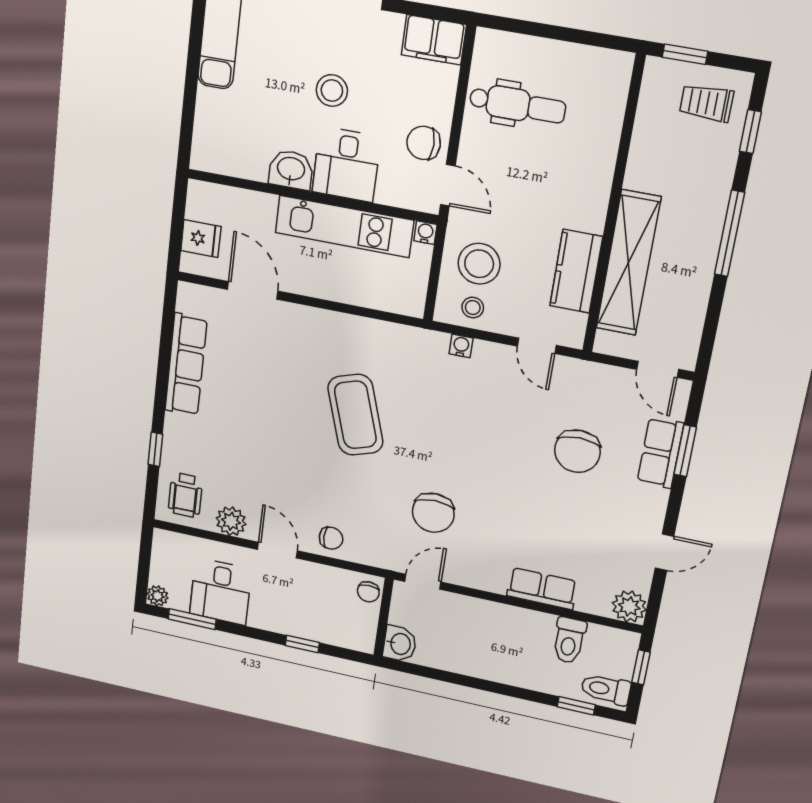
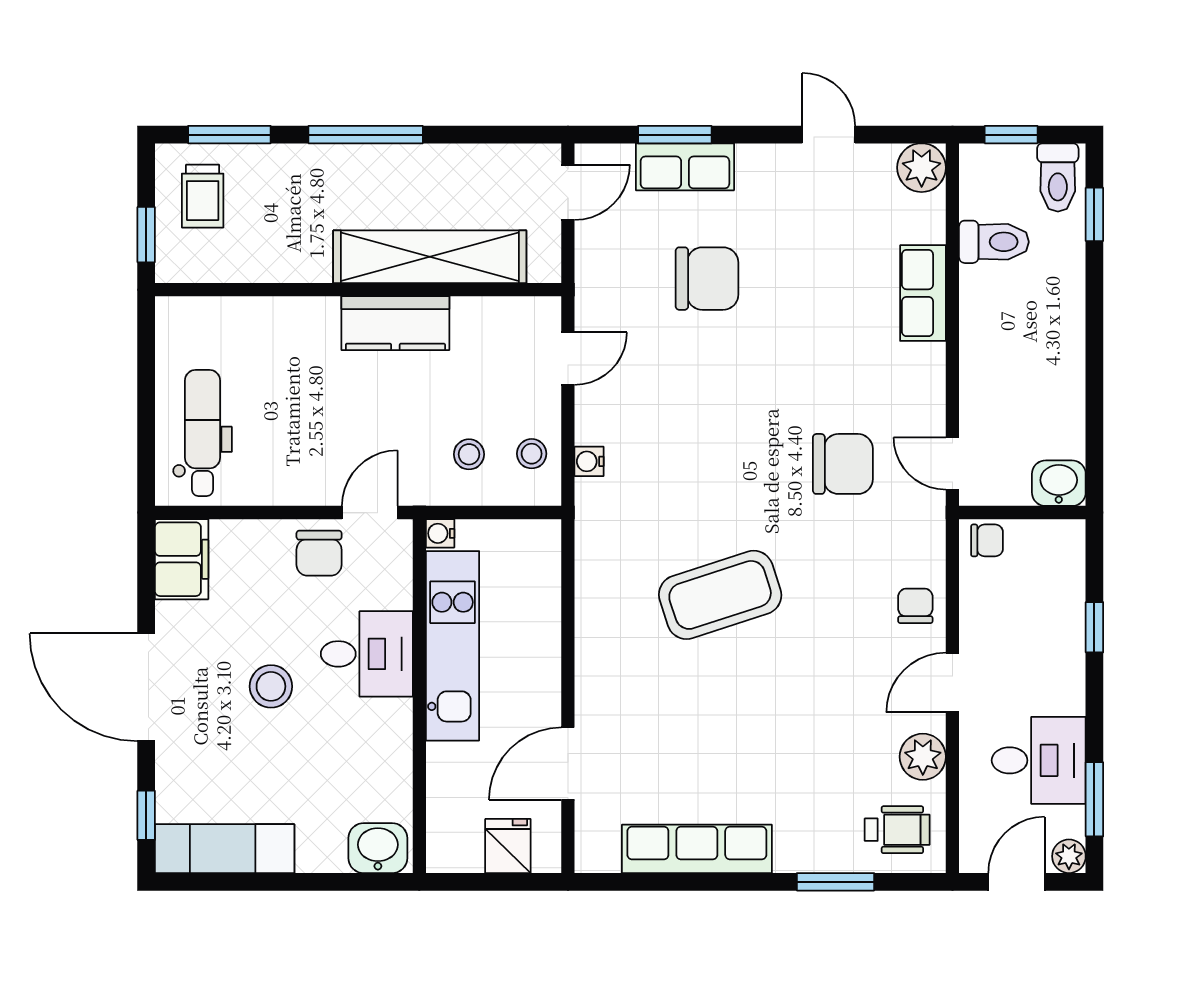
dental chair: (517, 105) -> (203, 433), moved
window: (750, 132) -> (229, 135), width x1.50
washbasin: (291, 170) -> (378, 848), moved, turned 90
stool: (479, 264) -> (469, 454), width x0.53, depth x0.53
kitchen counter: (576, 271) -> (395, 323), moved
window: (155, 449) -> (836, 882), width x1.50
door: (144, 561) -> (1016, 882), added

